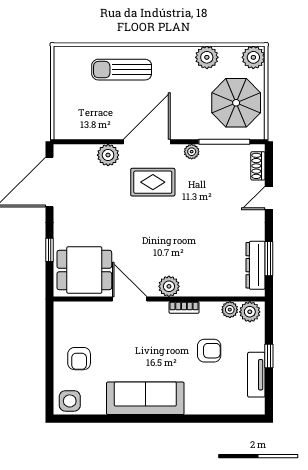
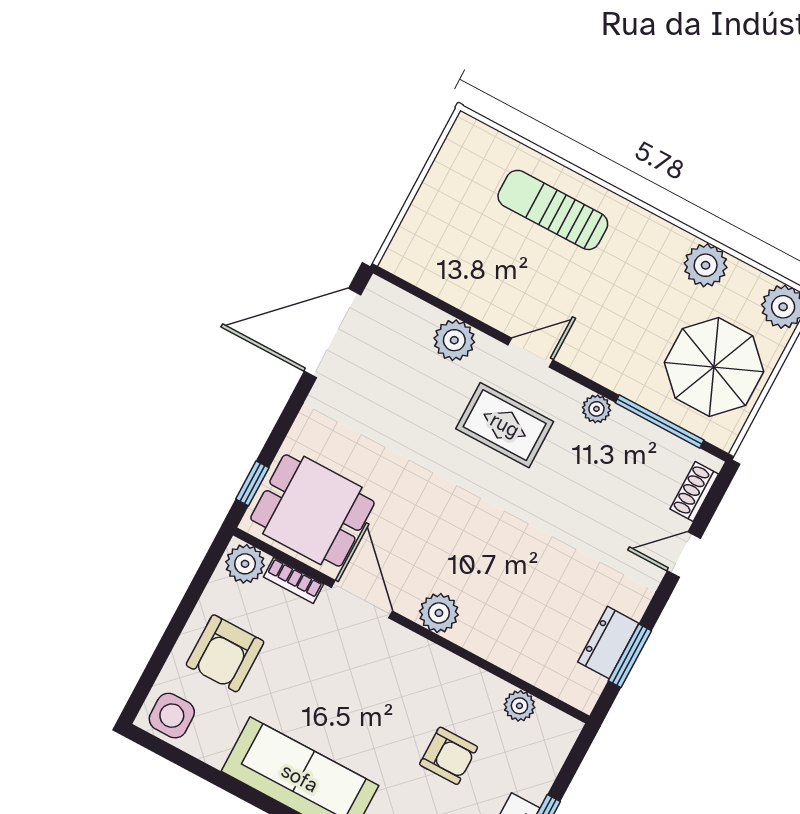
door: (147, 142) -> (531, 353), width x0.53
window: (49, 250) -> (252, 483), moved
dresser: (255, 265) -> (608, 643), width x0.70
bookcase: (184, 307) -> (294, 580), moved
plant: (250, 312) -> (245, 564), moved
armchair: (79, 359) -> (225, 653), width x1.38, depth x1.38

